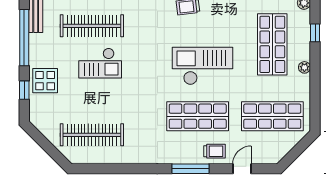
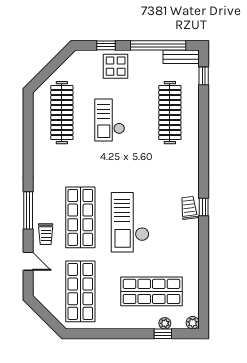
checkout: (100, 63) -> (110, 120), moved
checkout: (202, 66) -> (130, 222), turned 180
plant: (304, 67) -> (165, 323), moved

